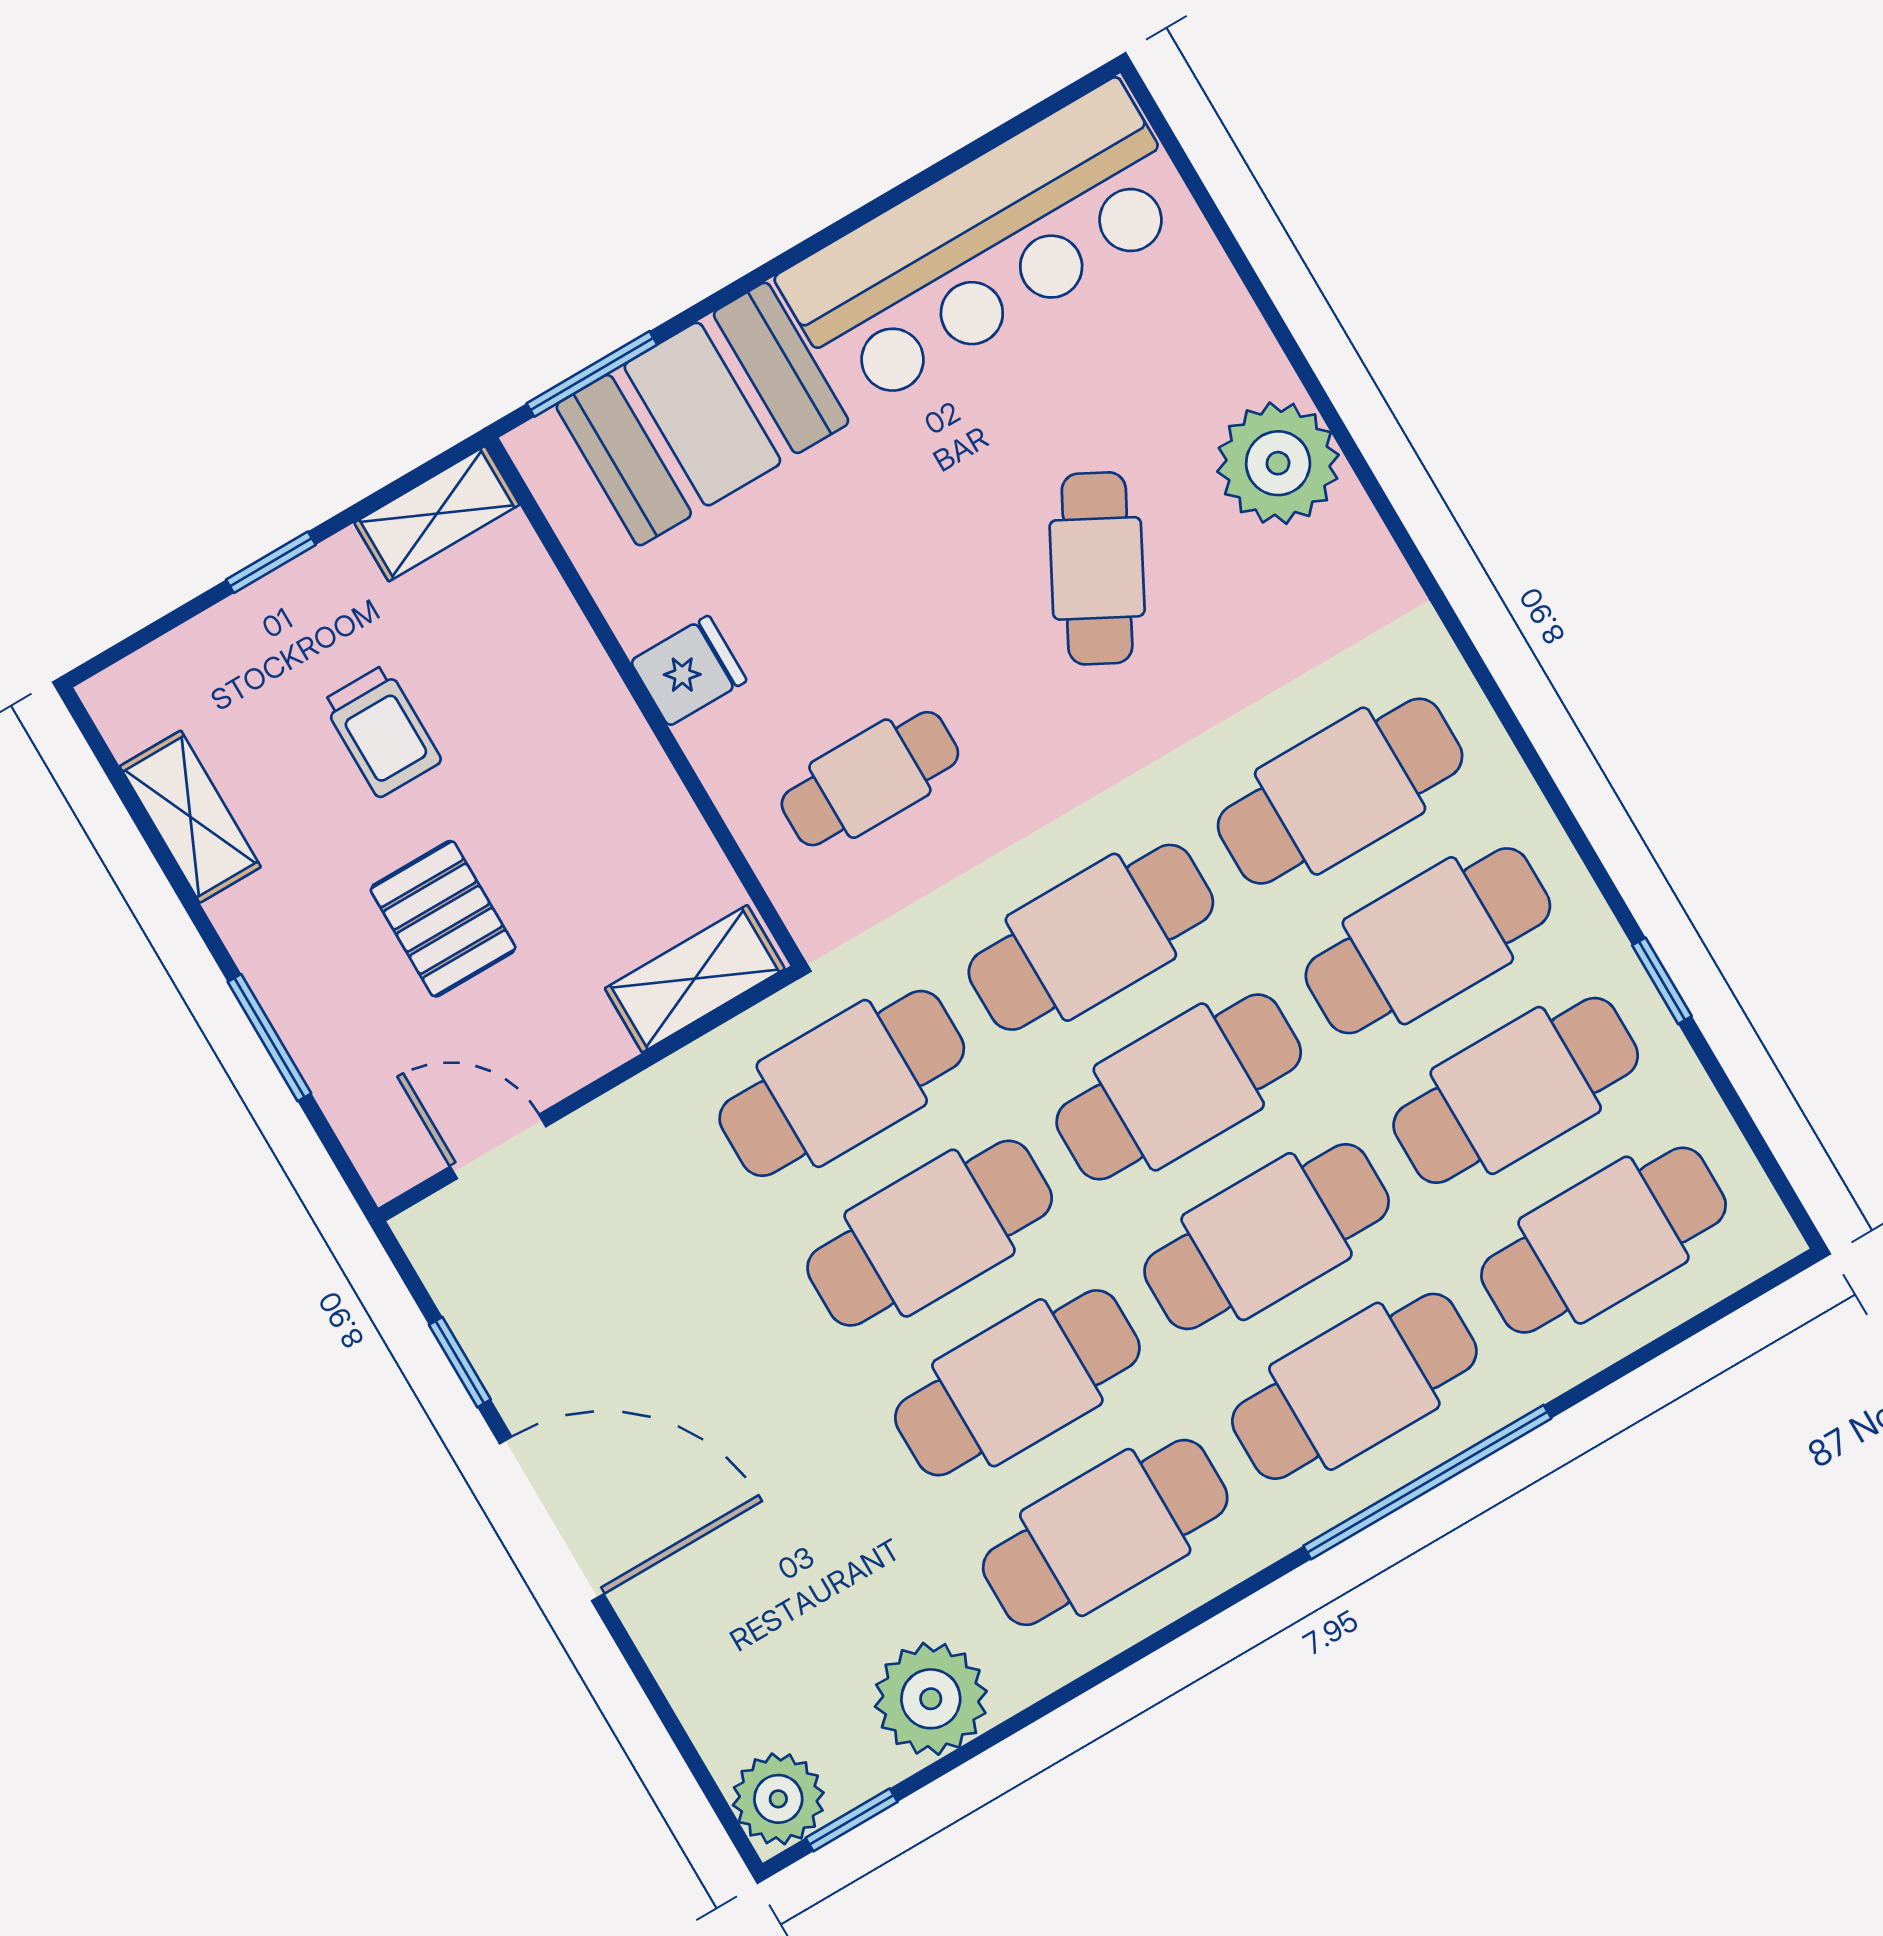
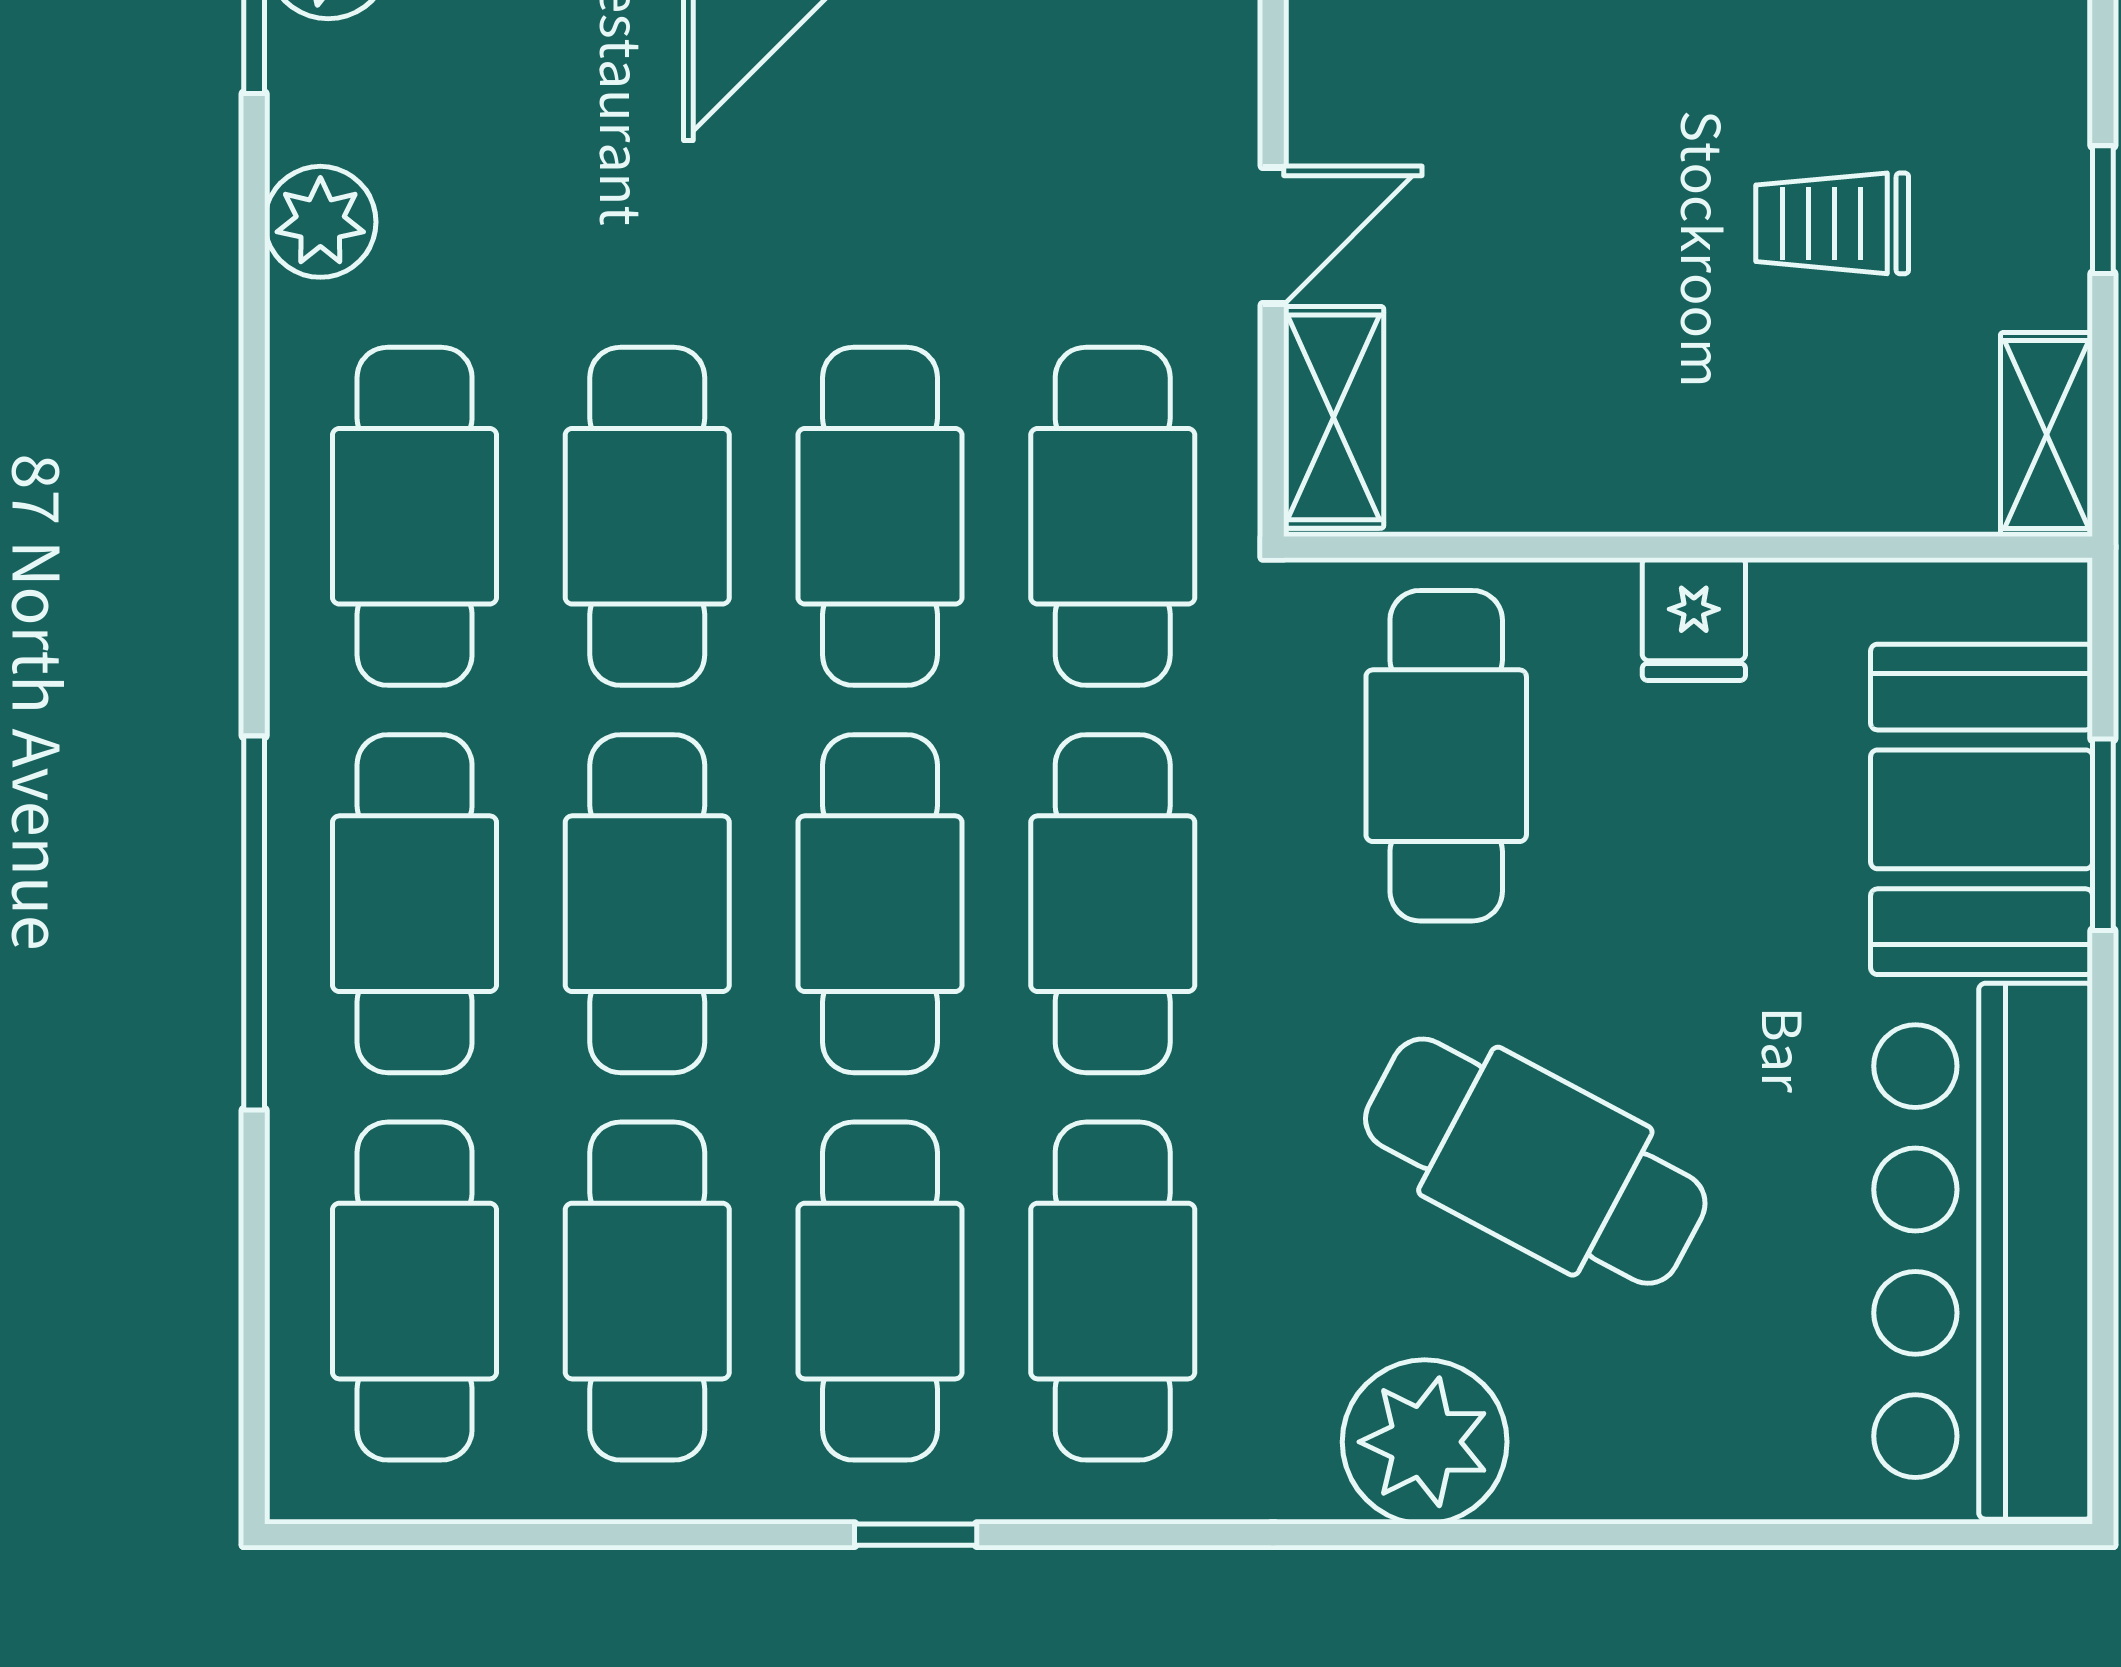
window: (592, 374) -> (2103, 835), moved
plant: (1278, 463) -> (1425, 1442), moved
cafe table: (1097, 568) -> (1535, 1161), width x1.37, depth x1.35
cafe table: (870, 779) -> (1446, 756), width x1.37, depth x1.35
pallet: (443, 919) -> (1574, 167), removed
window: (1662, 981) -> (916, 1535), moved
door: (498, 1146) -> (1273, 235), moved
plant: (931, 1699) -> (320, 222), width x0.73, depth x0.73

